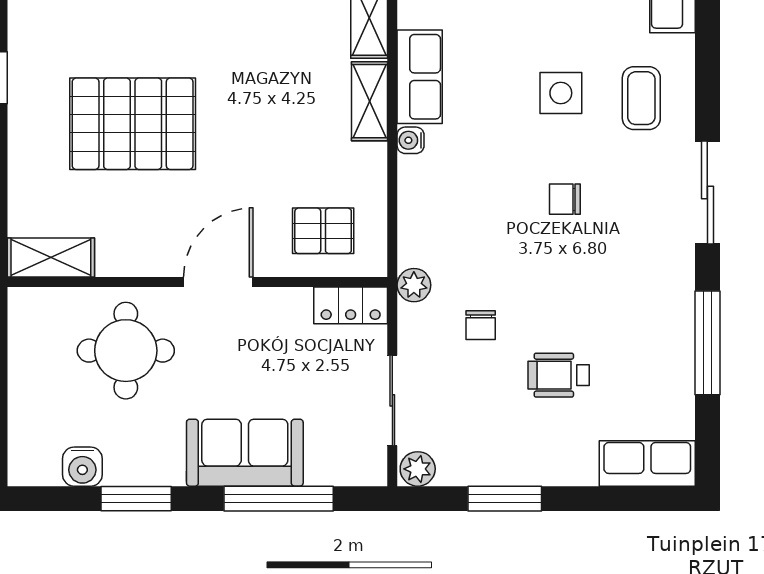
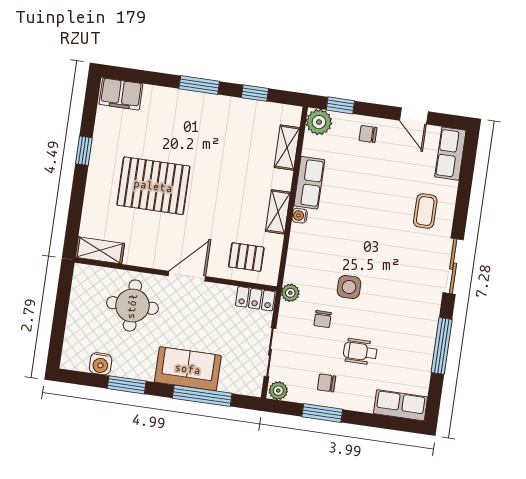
side table: (561, 93) -> (349, 287), moved
shelving: (370, 101) -> (278, 212), moved
chair: (565, 199) -> (327, 383), moved

